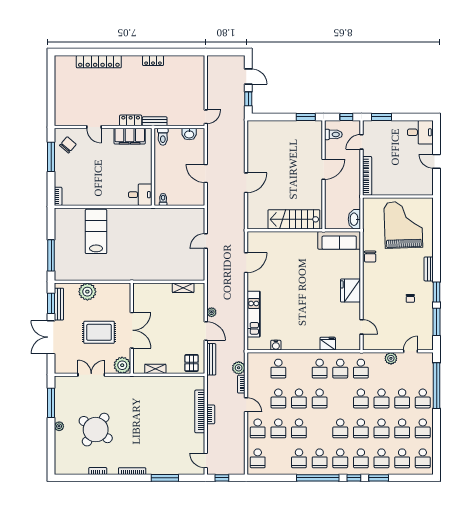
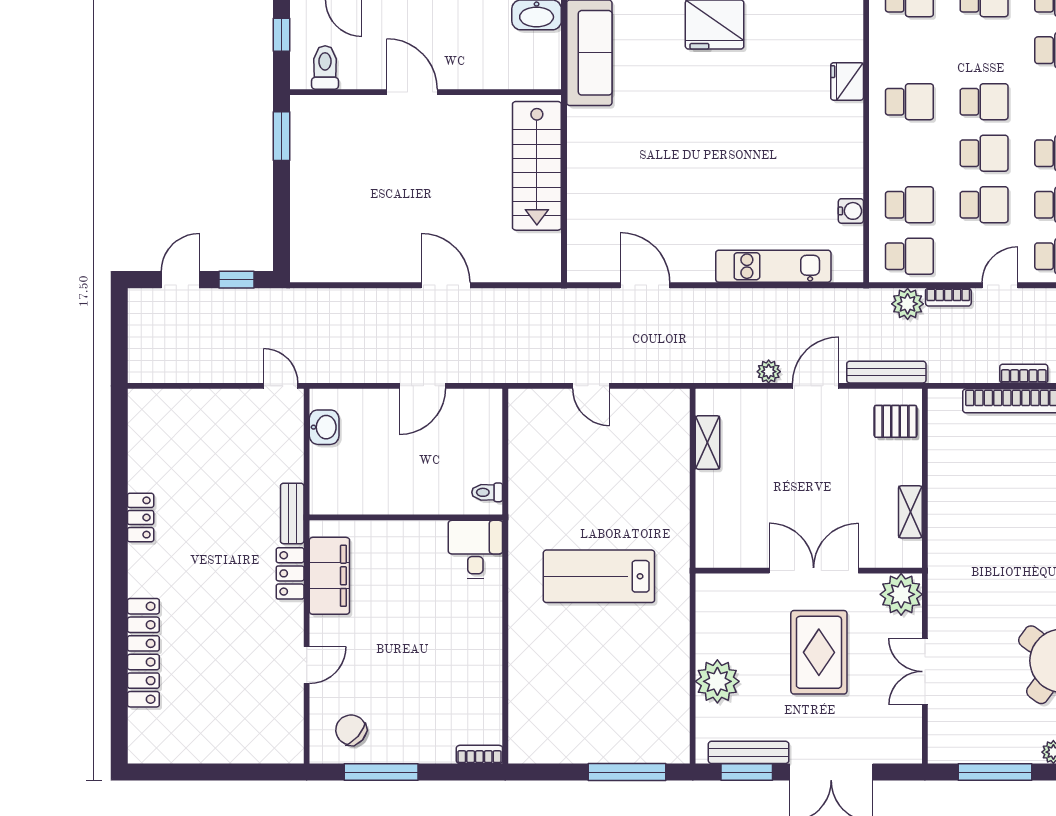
toilet: (163, 137) -> (331, 493), removed
lab bench: (96, 231) -> (599, 576), moved
school desk: (340, 369) -> (909, 256), moved

